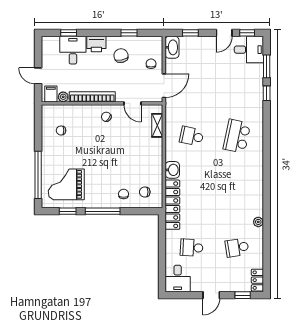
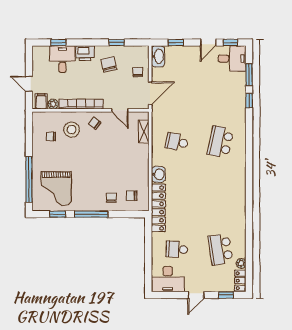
stool: (82, 123) -> (72, 130), added
grand piano: (66, 184) -> (56, 188), turned -90
plant: (258, 222) -> (241, 263), moved
school desk: (237, 248) -> (221, 249), width x1.85
desk: (178, 278) -> (168, 279), width x1.37

